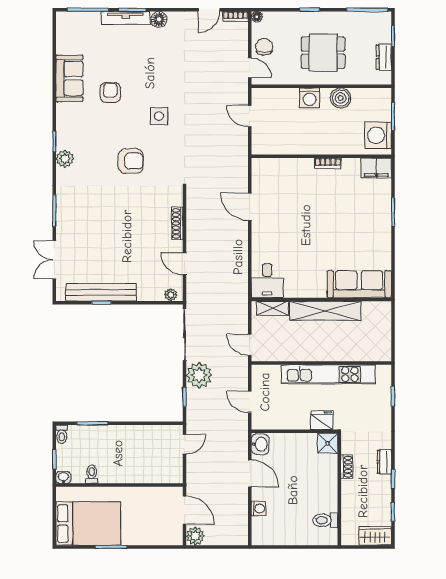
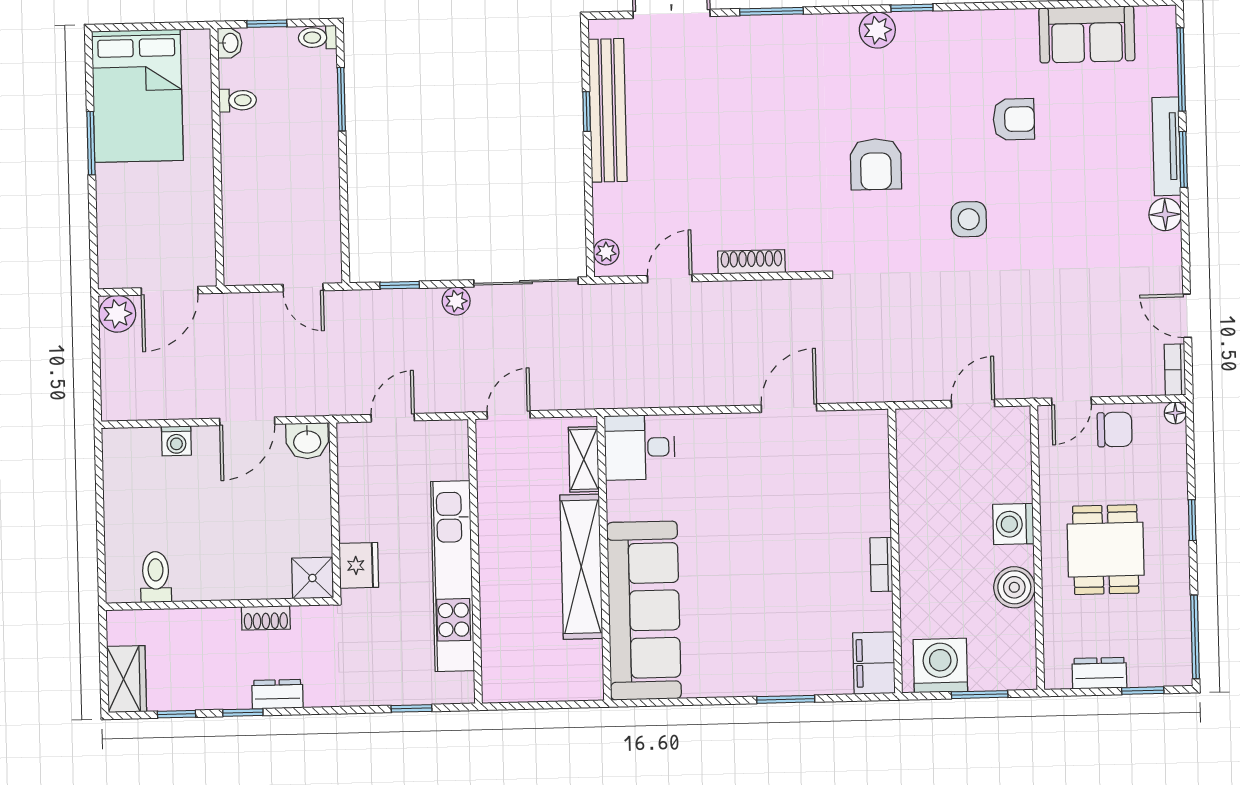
sofa: (69, 78) -> (1087, 34), moved
sofa: (359, 284) -> (644, 611), width x1.36, depth x1.27
plant: (199, 375) -> (456, 301), width x0.53, depth x0.53

